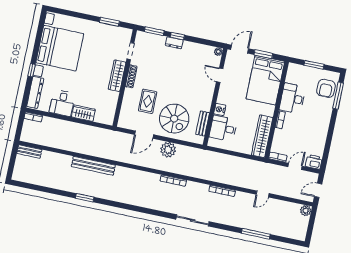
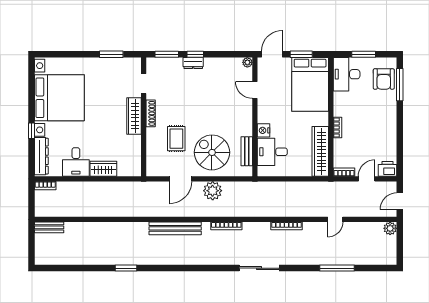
desk: (292, 98) -> (347, 74), moved
spiral stairs: (174, 119) -> (212, 152), turned 180
bench: (93, 166) -> (175, 228), moved

